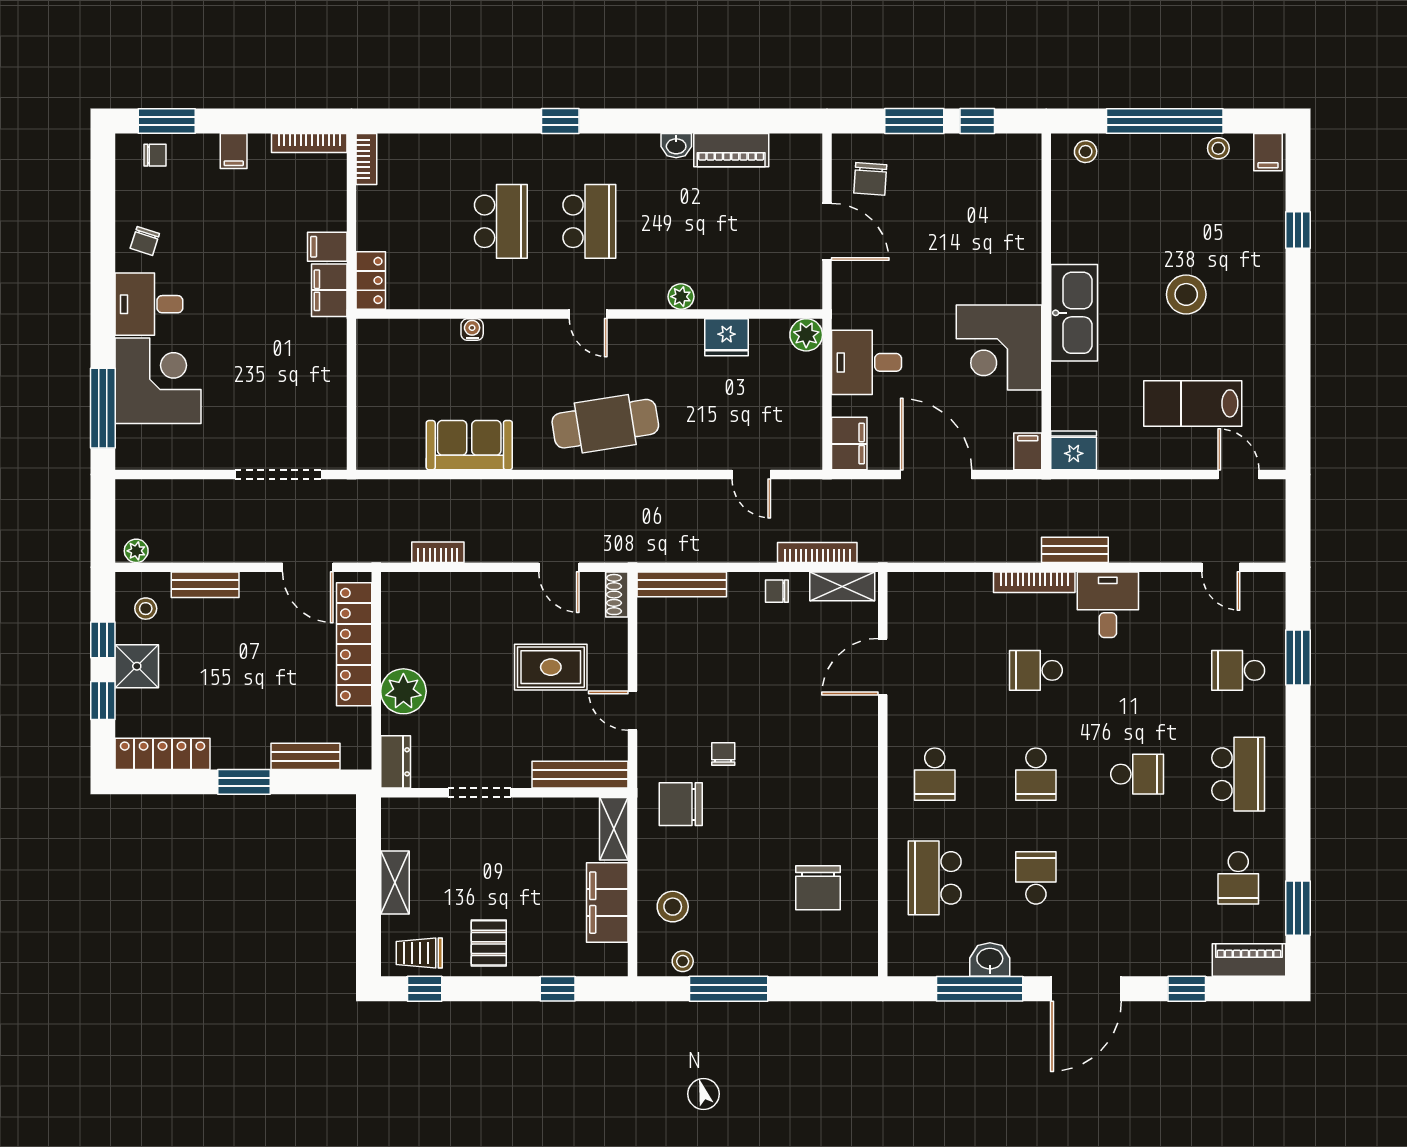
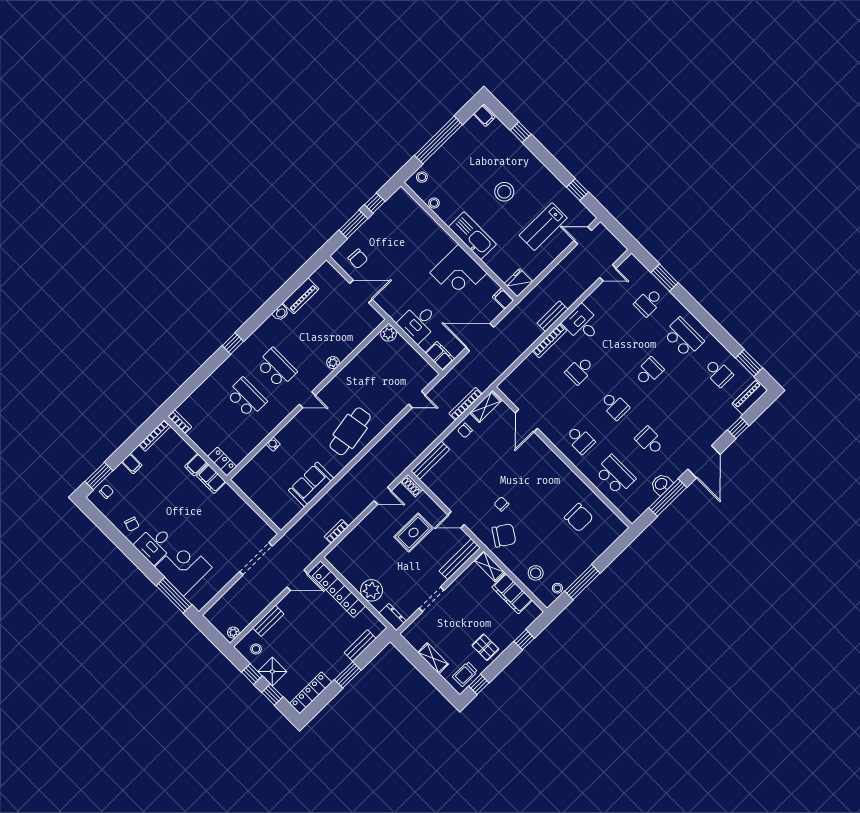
stool: (1218, 148) -> (434, 203), moved
fridge: (727, 337) -> (362, 361), removed
window: (1298, 399) -> (577, 190), added
chair: (681, 804) -> (504, 535), turned -147
school desk: (935, 878) -> (615, 475), turned 180

